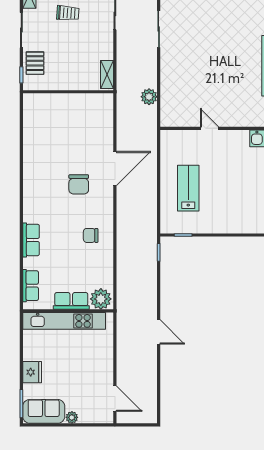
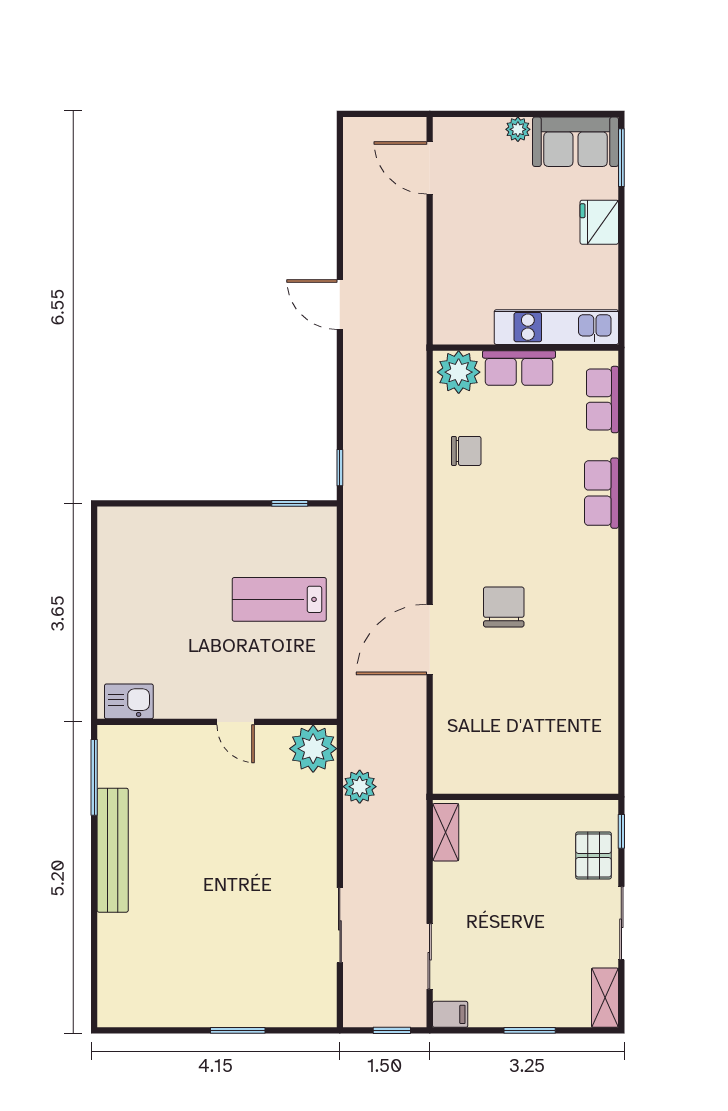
trolley: (68, 13) -> (526, 958), removed
plant: (172, 115) -> (313, 749), added
lab bench: (188, 188) -> (279, 599), turned 90
chair: (91, 235) -> (466, 451), moved
kitchen unit: (64, 321) -> (556, 327), width x0.73

